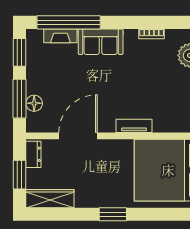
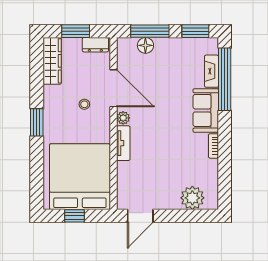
bookcase: (152, 34) -> (214, 146), moved
plant: (108, 126) -> (123, 118), added
stool: (94, 166) -> (84, 104), added

